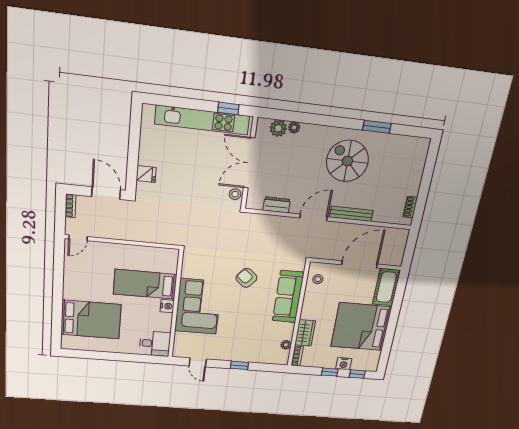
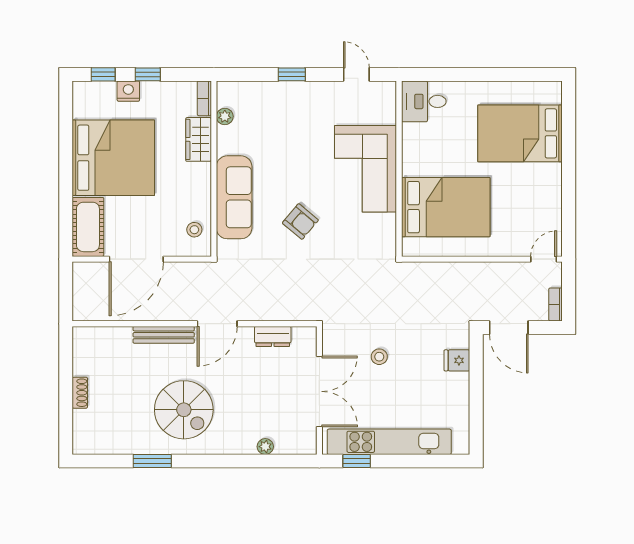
plant: (278, 128) -> (287, 443), removed
stool: (235, 194) -> (379, 357), moved
shoe rack: (410, 207) -> (80, 393), moved
bed: (145, 284) -> (446, 207), width x1.50
nightstand: (167, 306) -> (411, 165), removed

